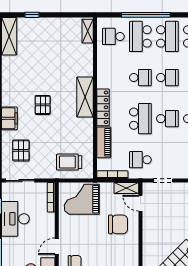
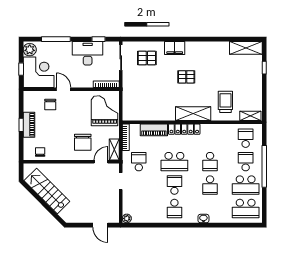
school desk: (140, 36) -> (246, 162), width x0.54
school desk: (167, 119) -> (174, 185), turned 180
trolley: (69, 162) -> (225, 102), moved

